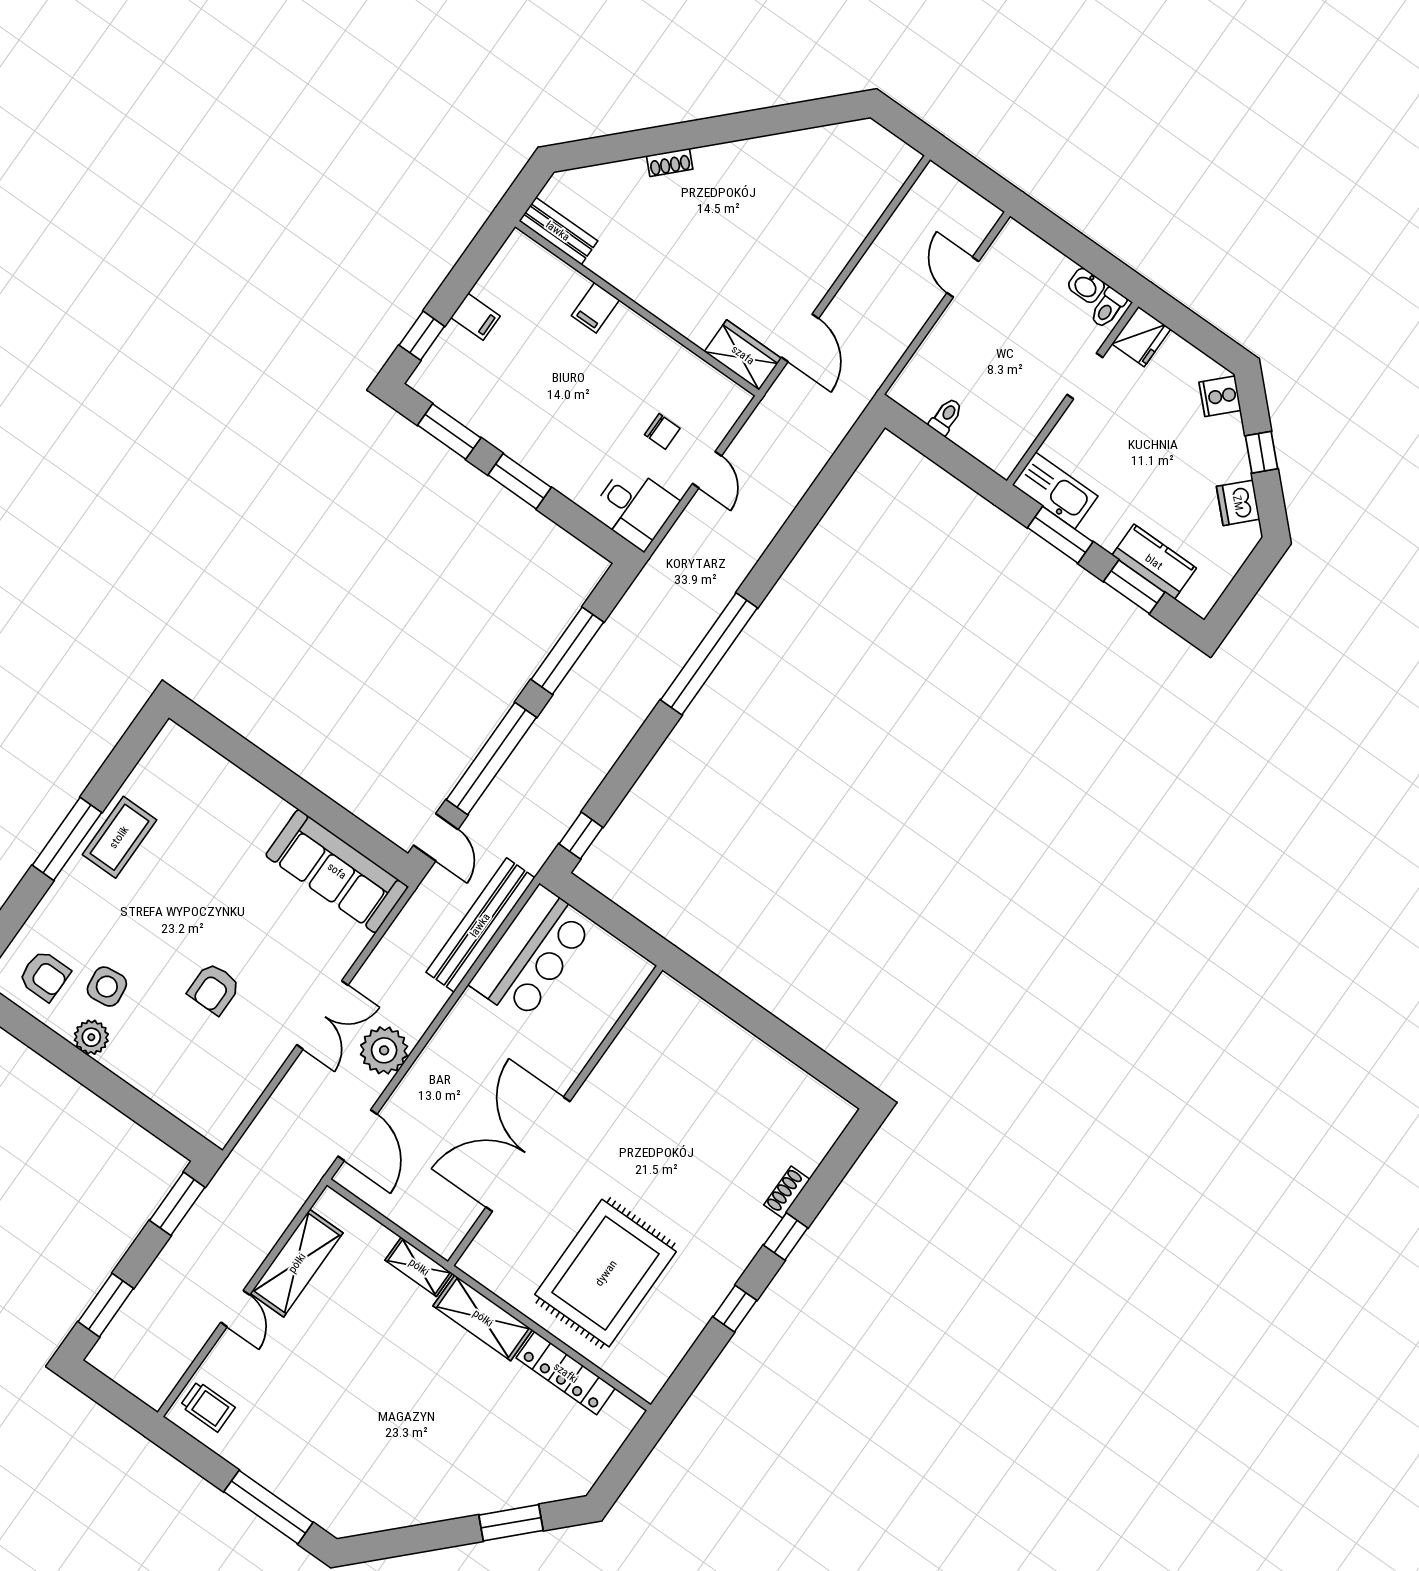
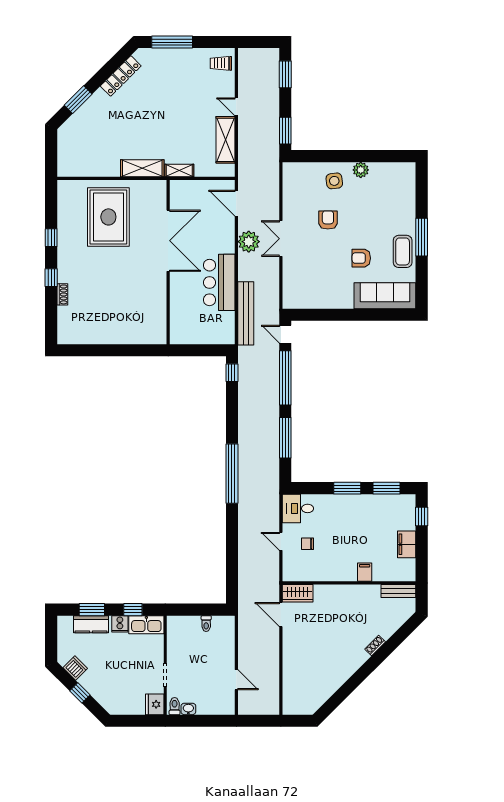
filing cabinet: (475, 317) -> (407, 544), width x2.00
cooker: (1220, 396) -> (120, 624), moved, turned 135
window: (1060, 535) -> (133, 610), width x0.67
sofa: (337, 871) -> (385, 296), moved
bar counter: (532, 954) -> (219, 282), moved
armchair: (44, 976) -> (361, 258), moved
side table: (107, 987) -> (334, 181), moved
locker: (566, 1373) -> (121, 76), moved, turned 135

